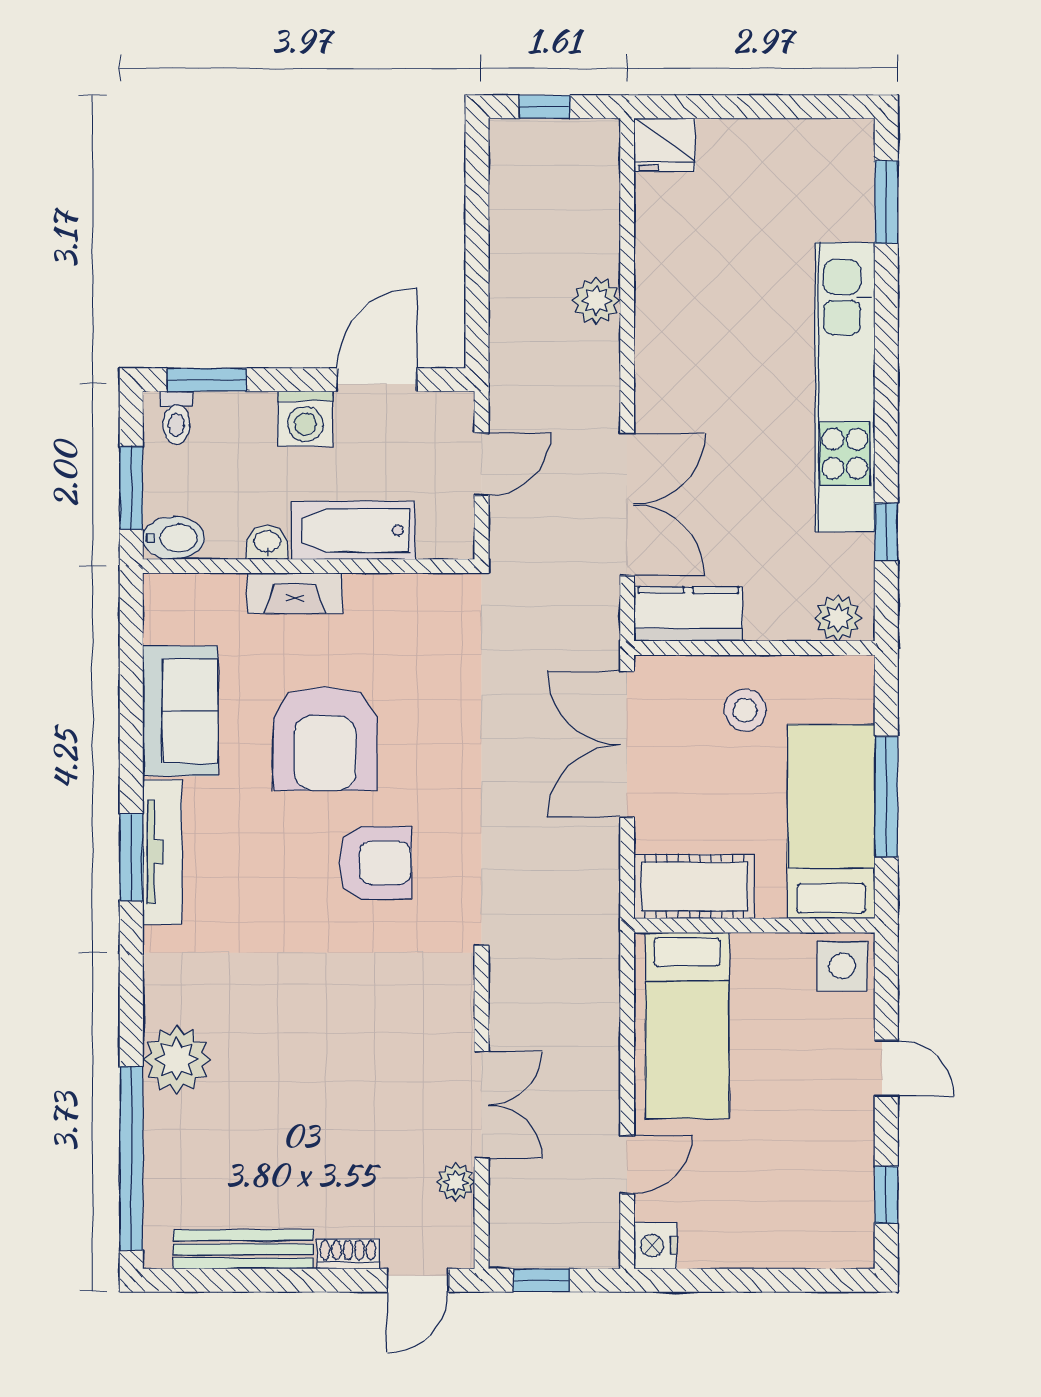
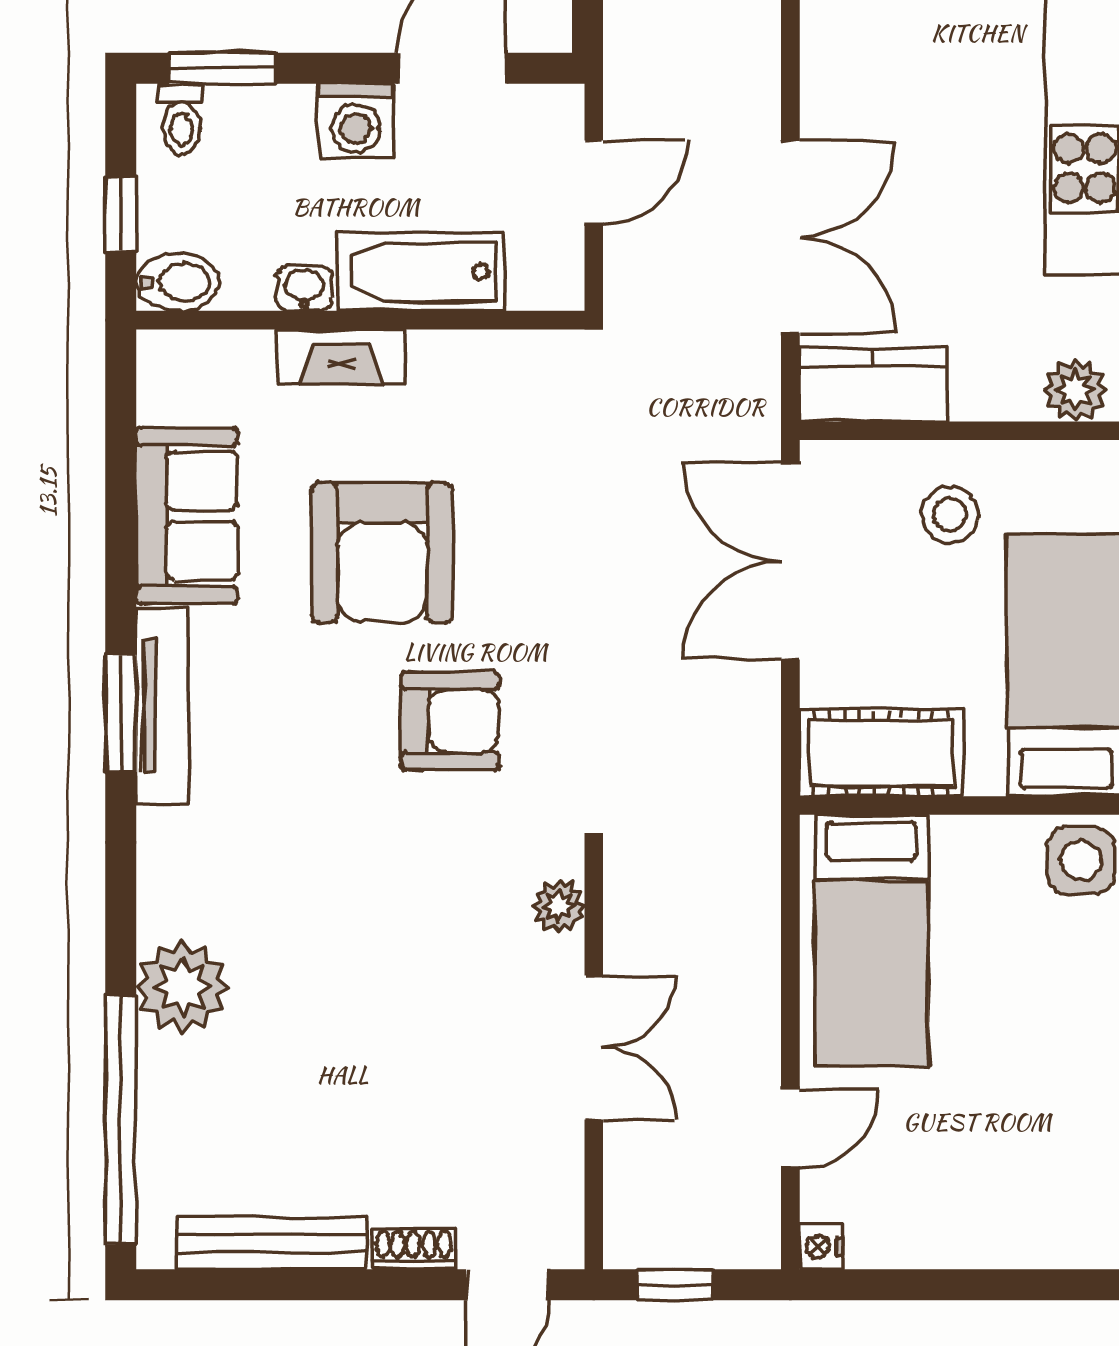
window: (131, 488) -> (121, 215), width x0.67
plant: (456, 1182) -> (559, 906), moved
nightstand: (655, 1246) -> (821, 1247), width x0.72, depth x0.74

